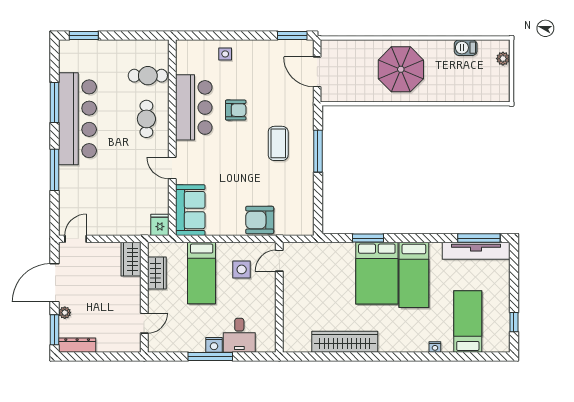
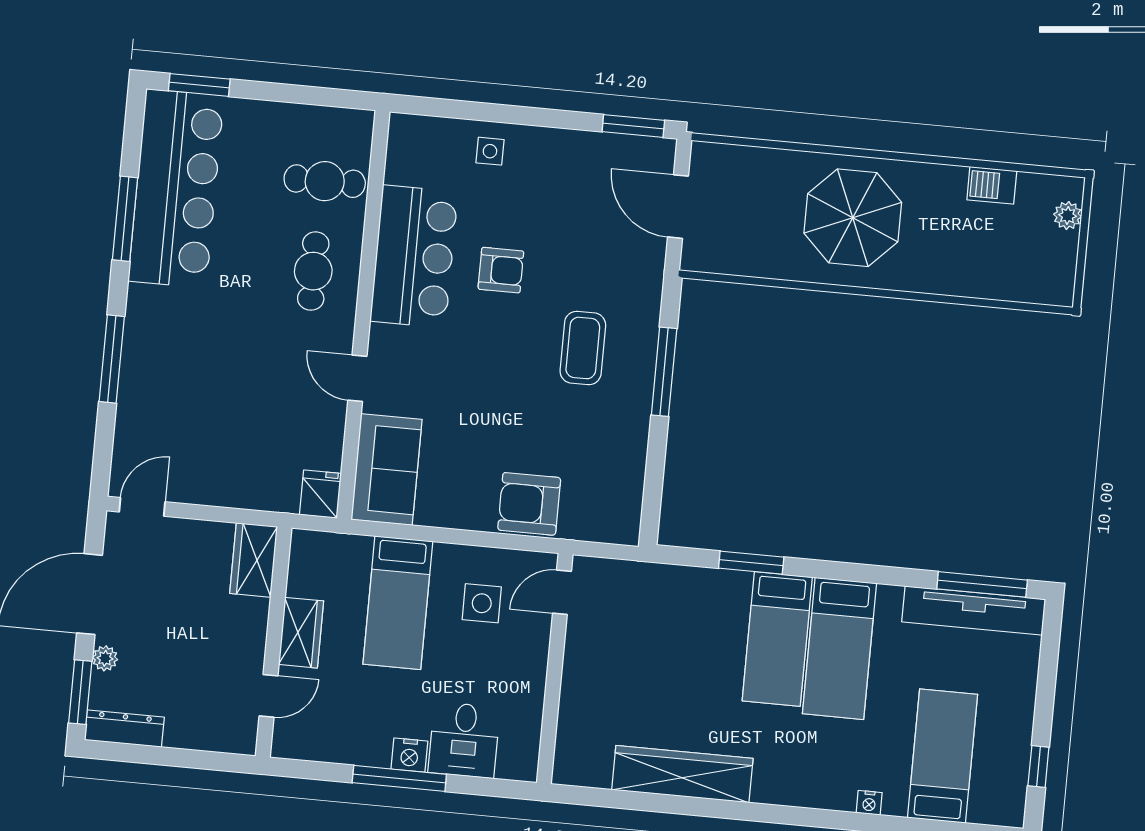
bar counter: (77, 119) -> (176, 188), moved
wardrobe: (157, 273) -> (301, 633), moved
bed: (377, 273) -> (777, 639), width x0.67

